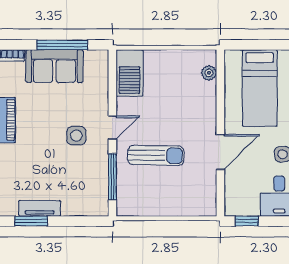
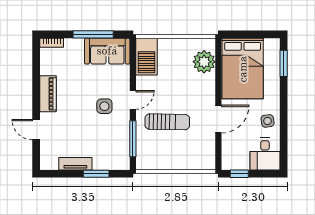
sofa: (54, 66) -> (107, 51), moved
plant: (209, 73) -> (204, 62), width x1.87, depth x1.87
bed: (260, 88) -> (243, 69), width x1.50
window: (31, 221) -> (96, 174), moved

